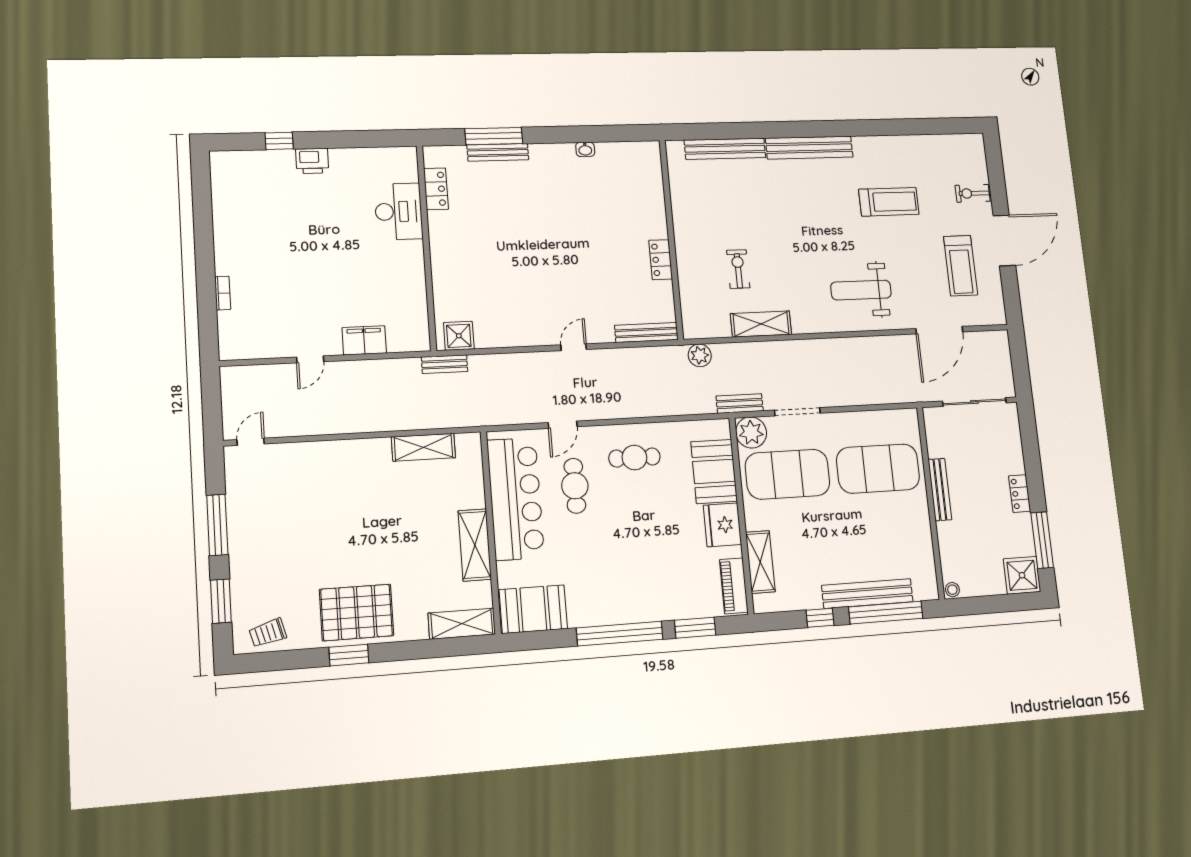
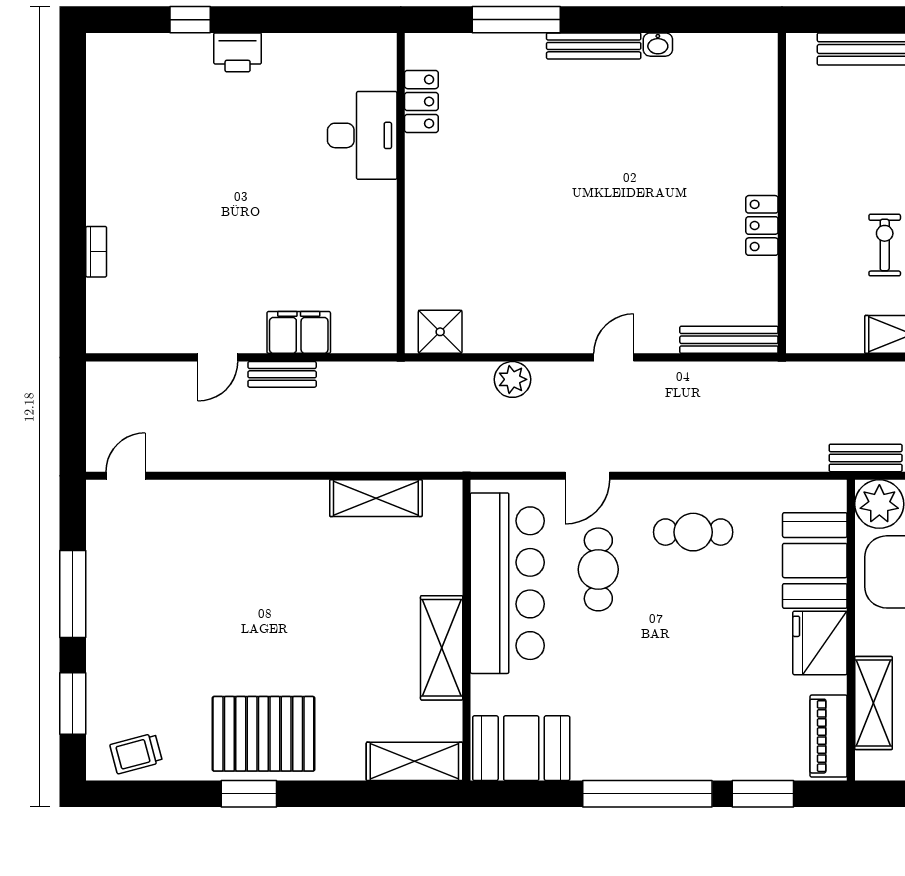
bench: (498, 152) -> (594, 46), moved
plant: (700, 355) -> (512, 379), moved
bench: (445, 364) -> (282, 374), moved

